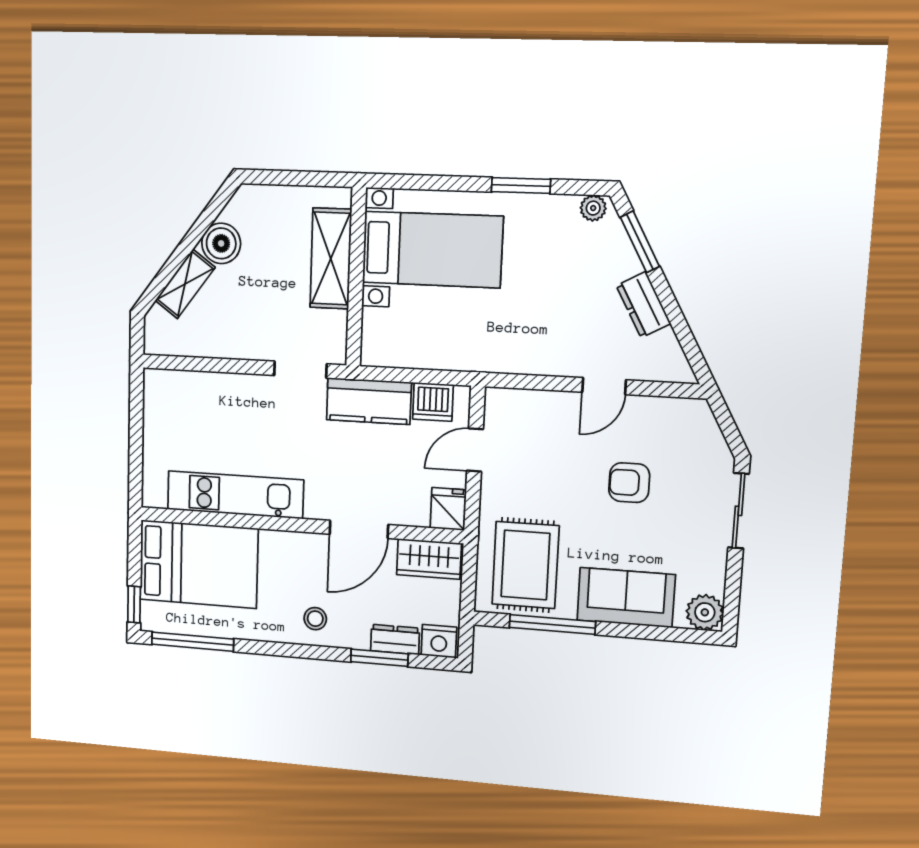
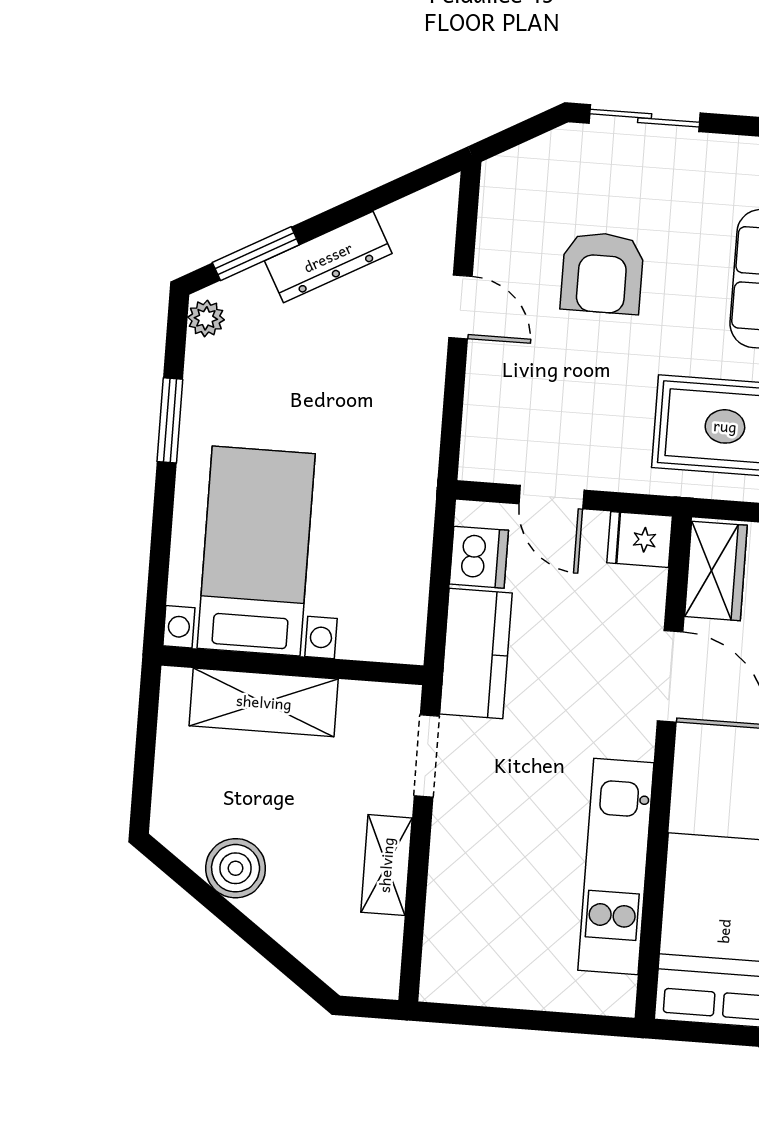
shelving: (185, 284) -> (386, 865), moved, turned 54
dresser: (643, 305) -> (328, 257), width x1.44
armchair: (629, 483) -> (602, 273), width x1.38, depth x1.38

